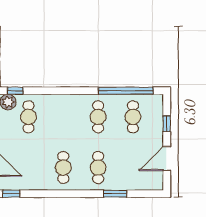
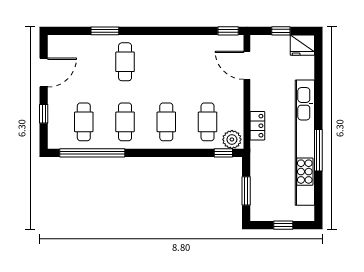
cafe table: (63, 168) -> (166, 122), moved

